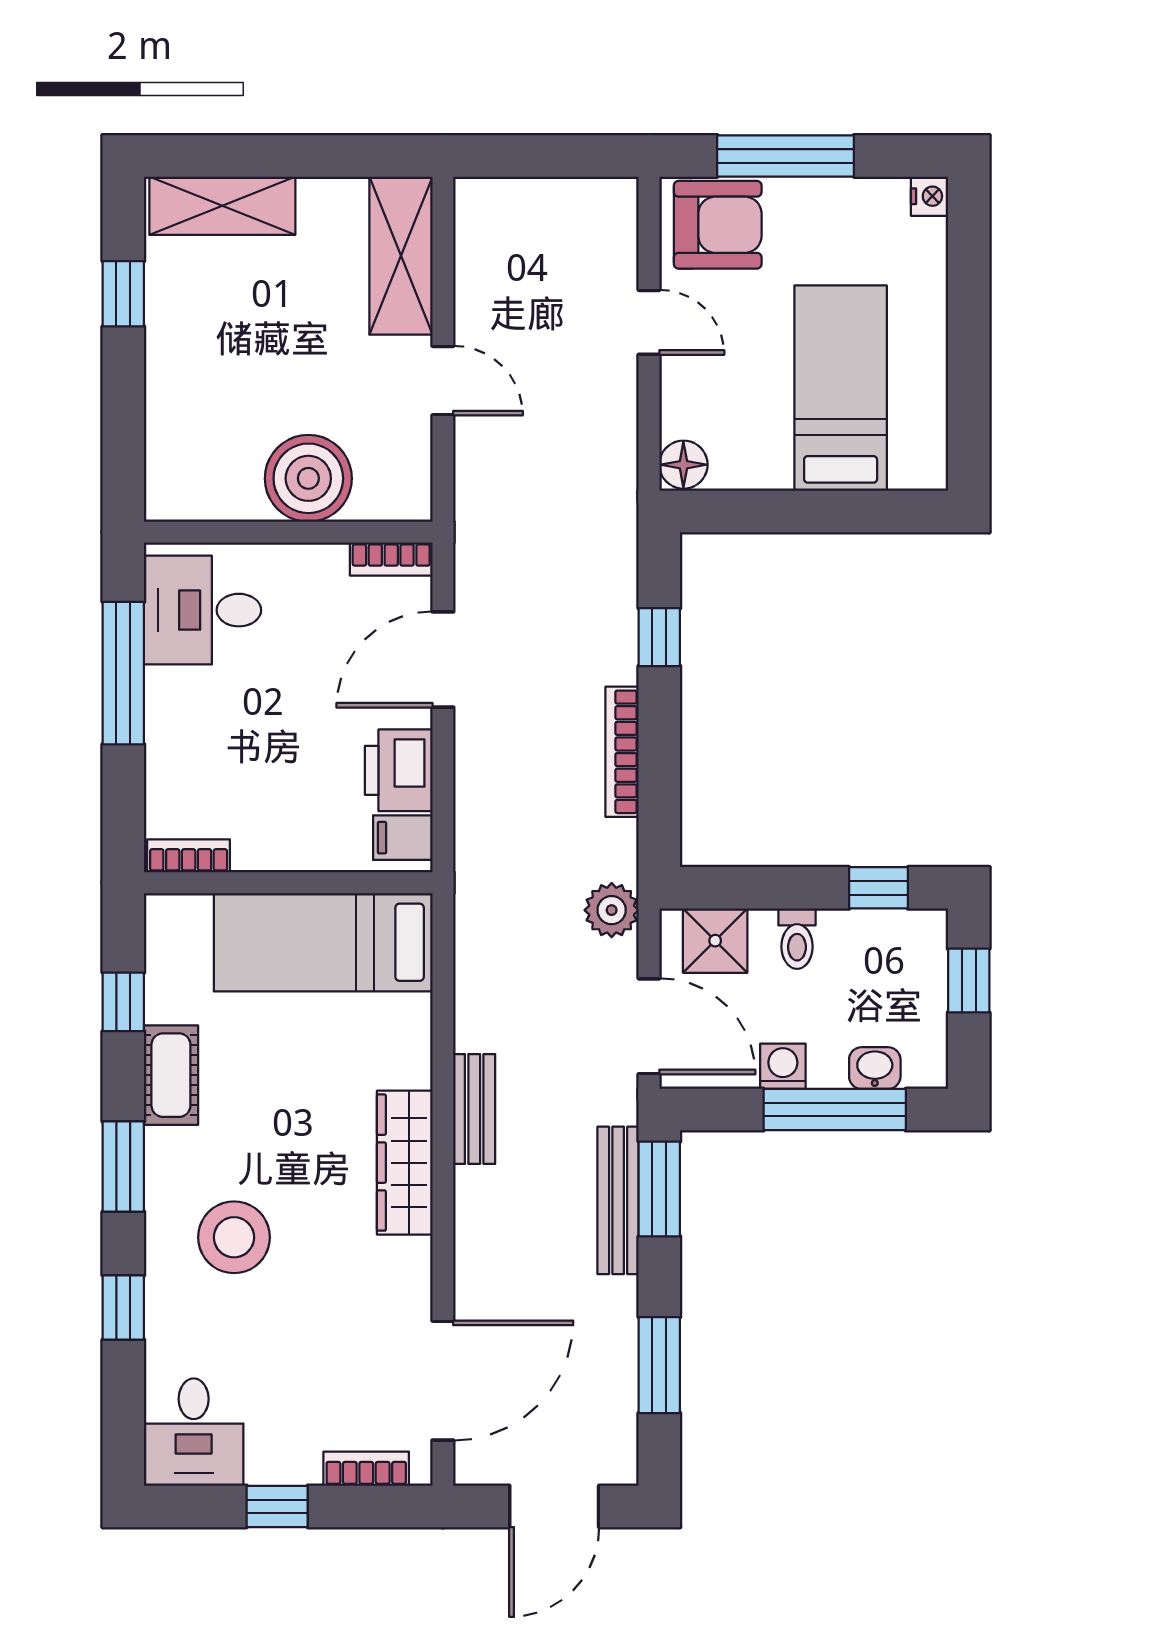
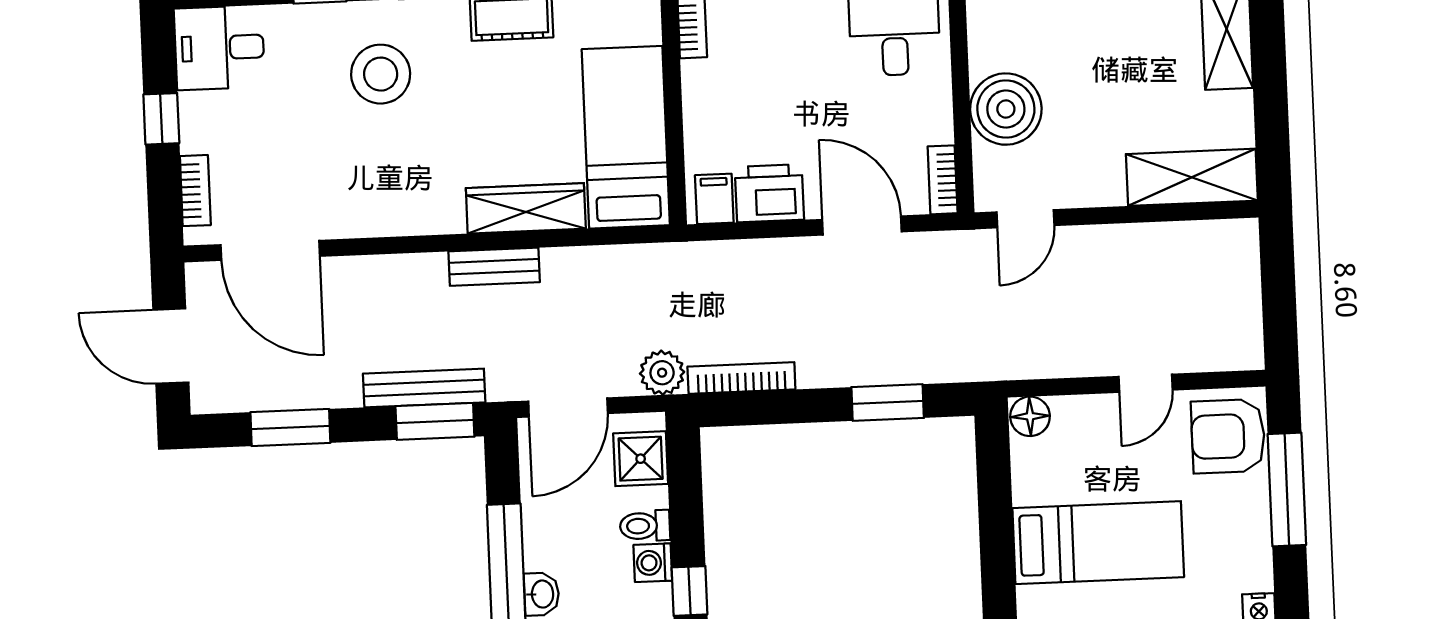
armchair: (718, 225) -> (1228, 436), turned 90
door: (443, 381) -> (1025, 219), moved
window: (659, 637) -> (888, 402), width x1.50
bookcase: (622, 752) -> (741, 378), moved
washing machine: (783, 1066) -> (653, 563), moved, turned 180
wardrobe: (405, 1163) -> (526, 208), moved

